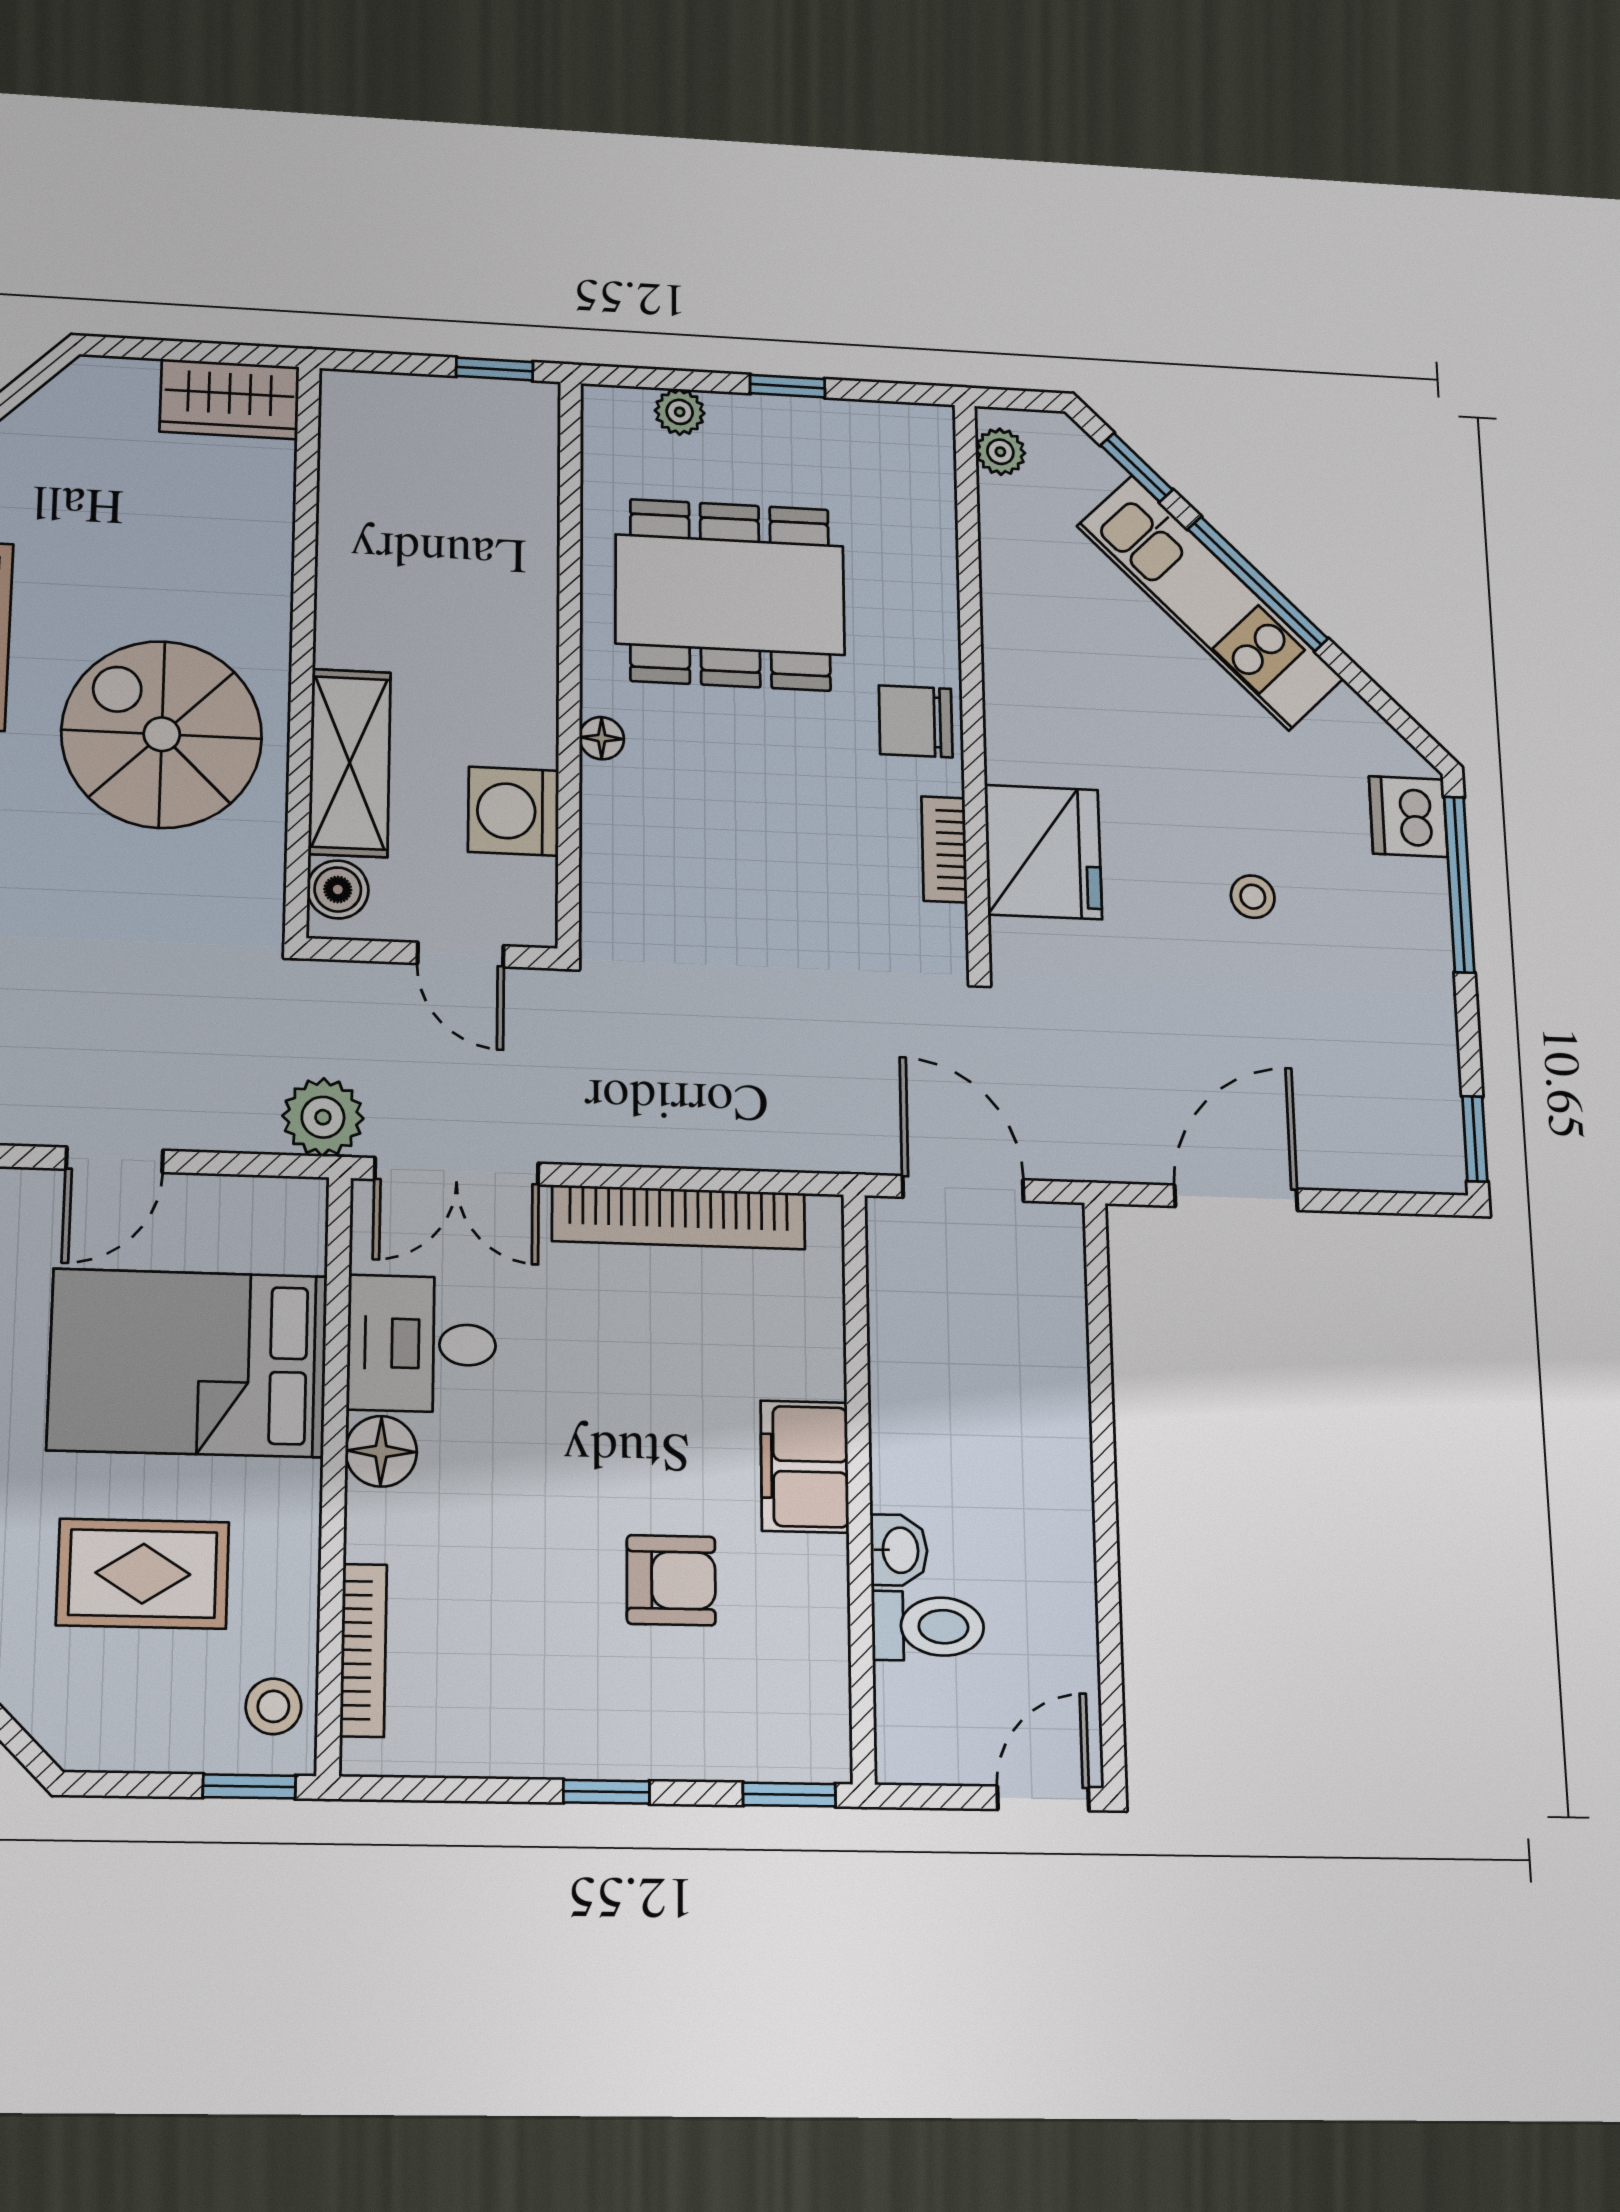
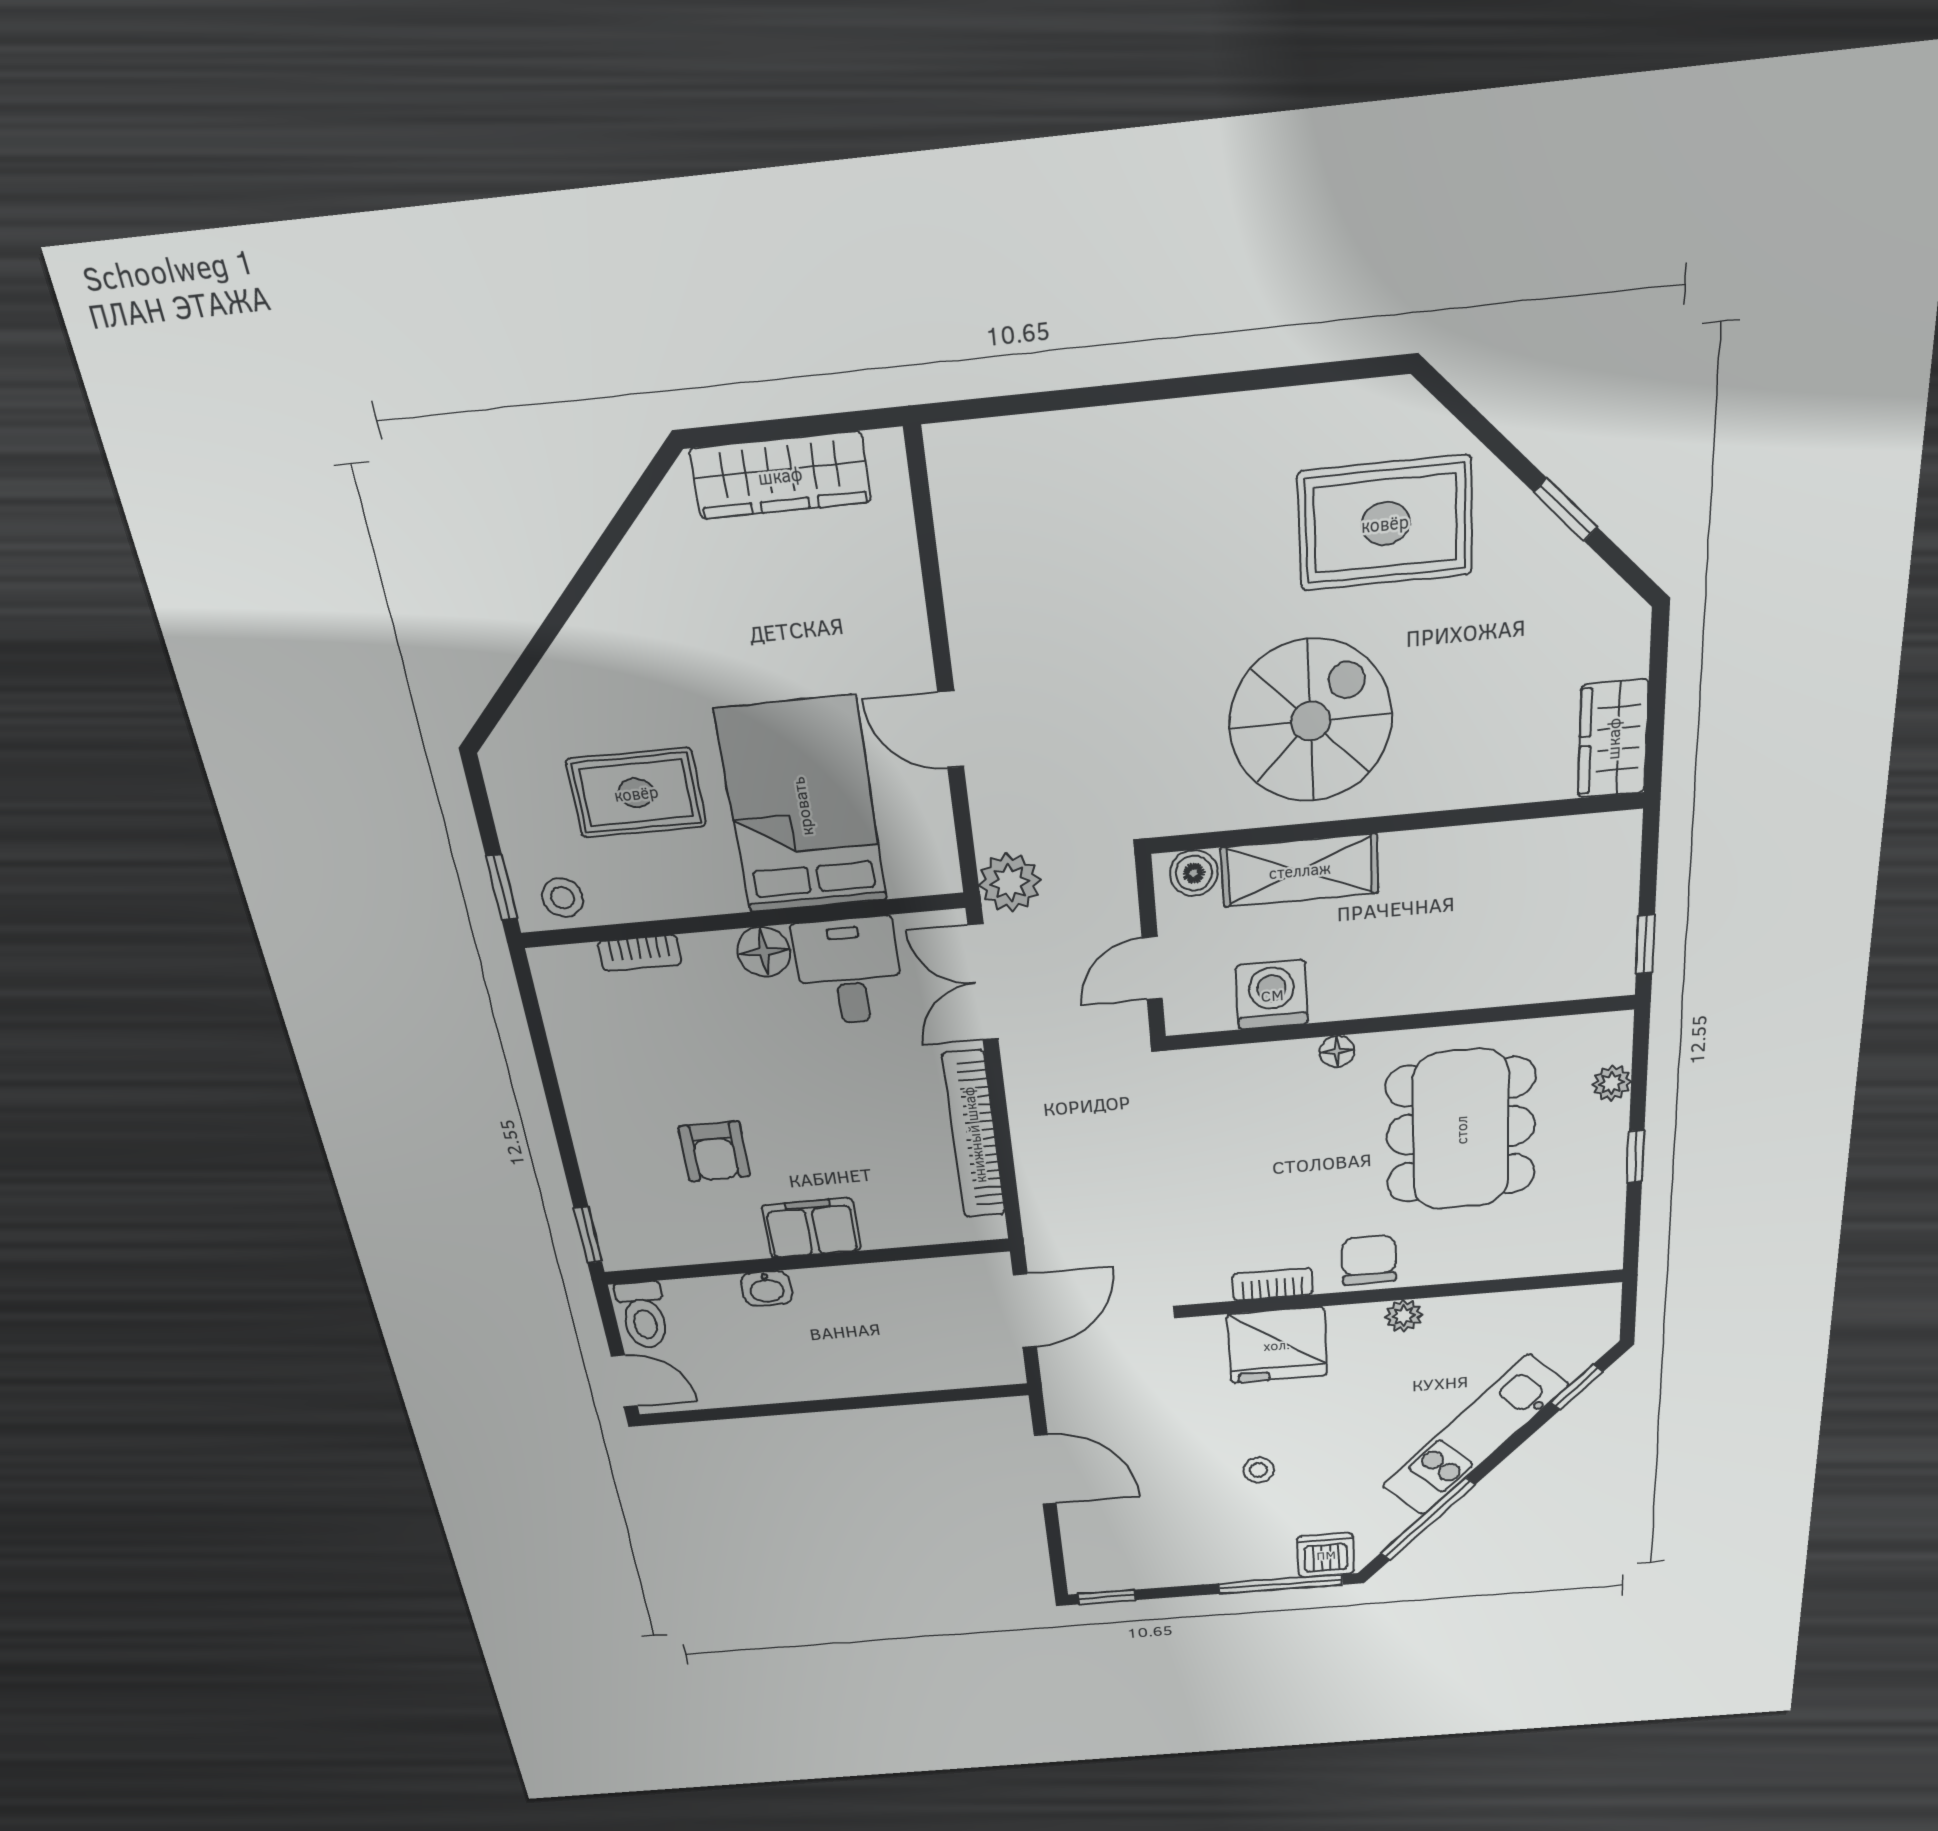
plant: (1000, 452) -> (1404, 1316), moved
window: (1258, 584) -> (1428, 1519), moved
rug: (143, 1574) -> (636, 793), turned 90
toilet: (928, 1626) -> (643, 1315), moved
bookcase: (363, 1650) -> (640, 953), width x0.64
window: (606, 1792) -> (560, 1123), removed

